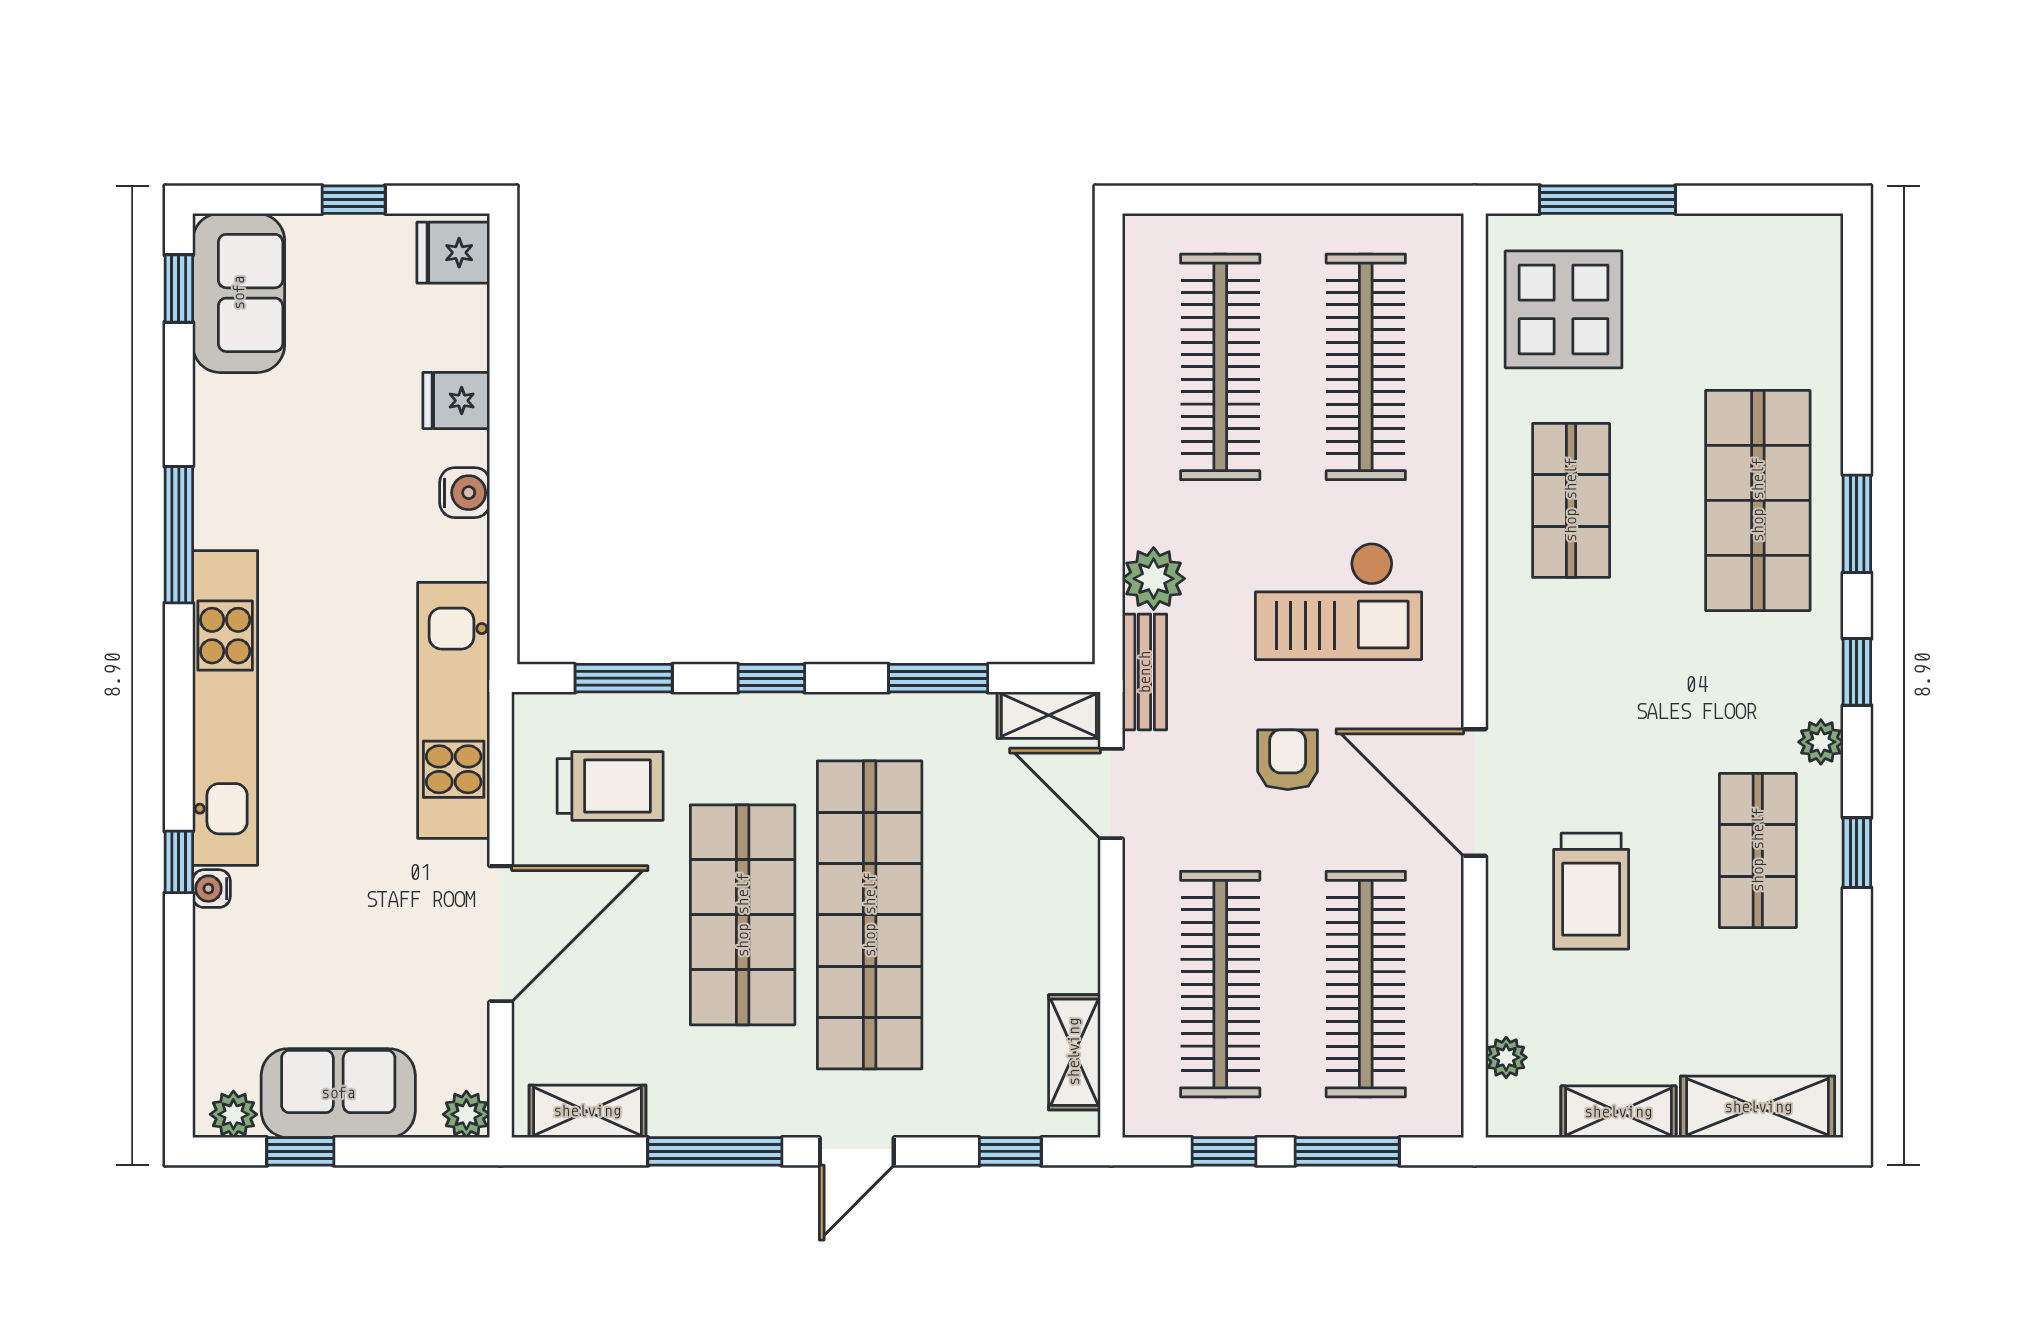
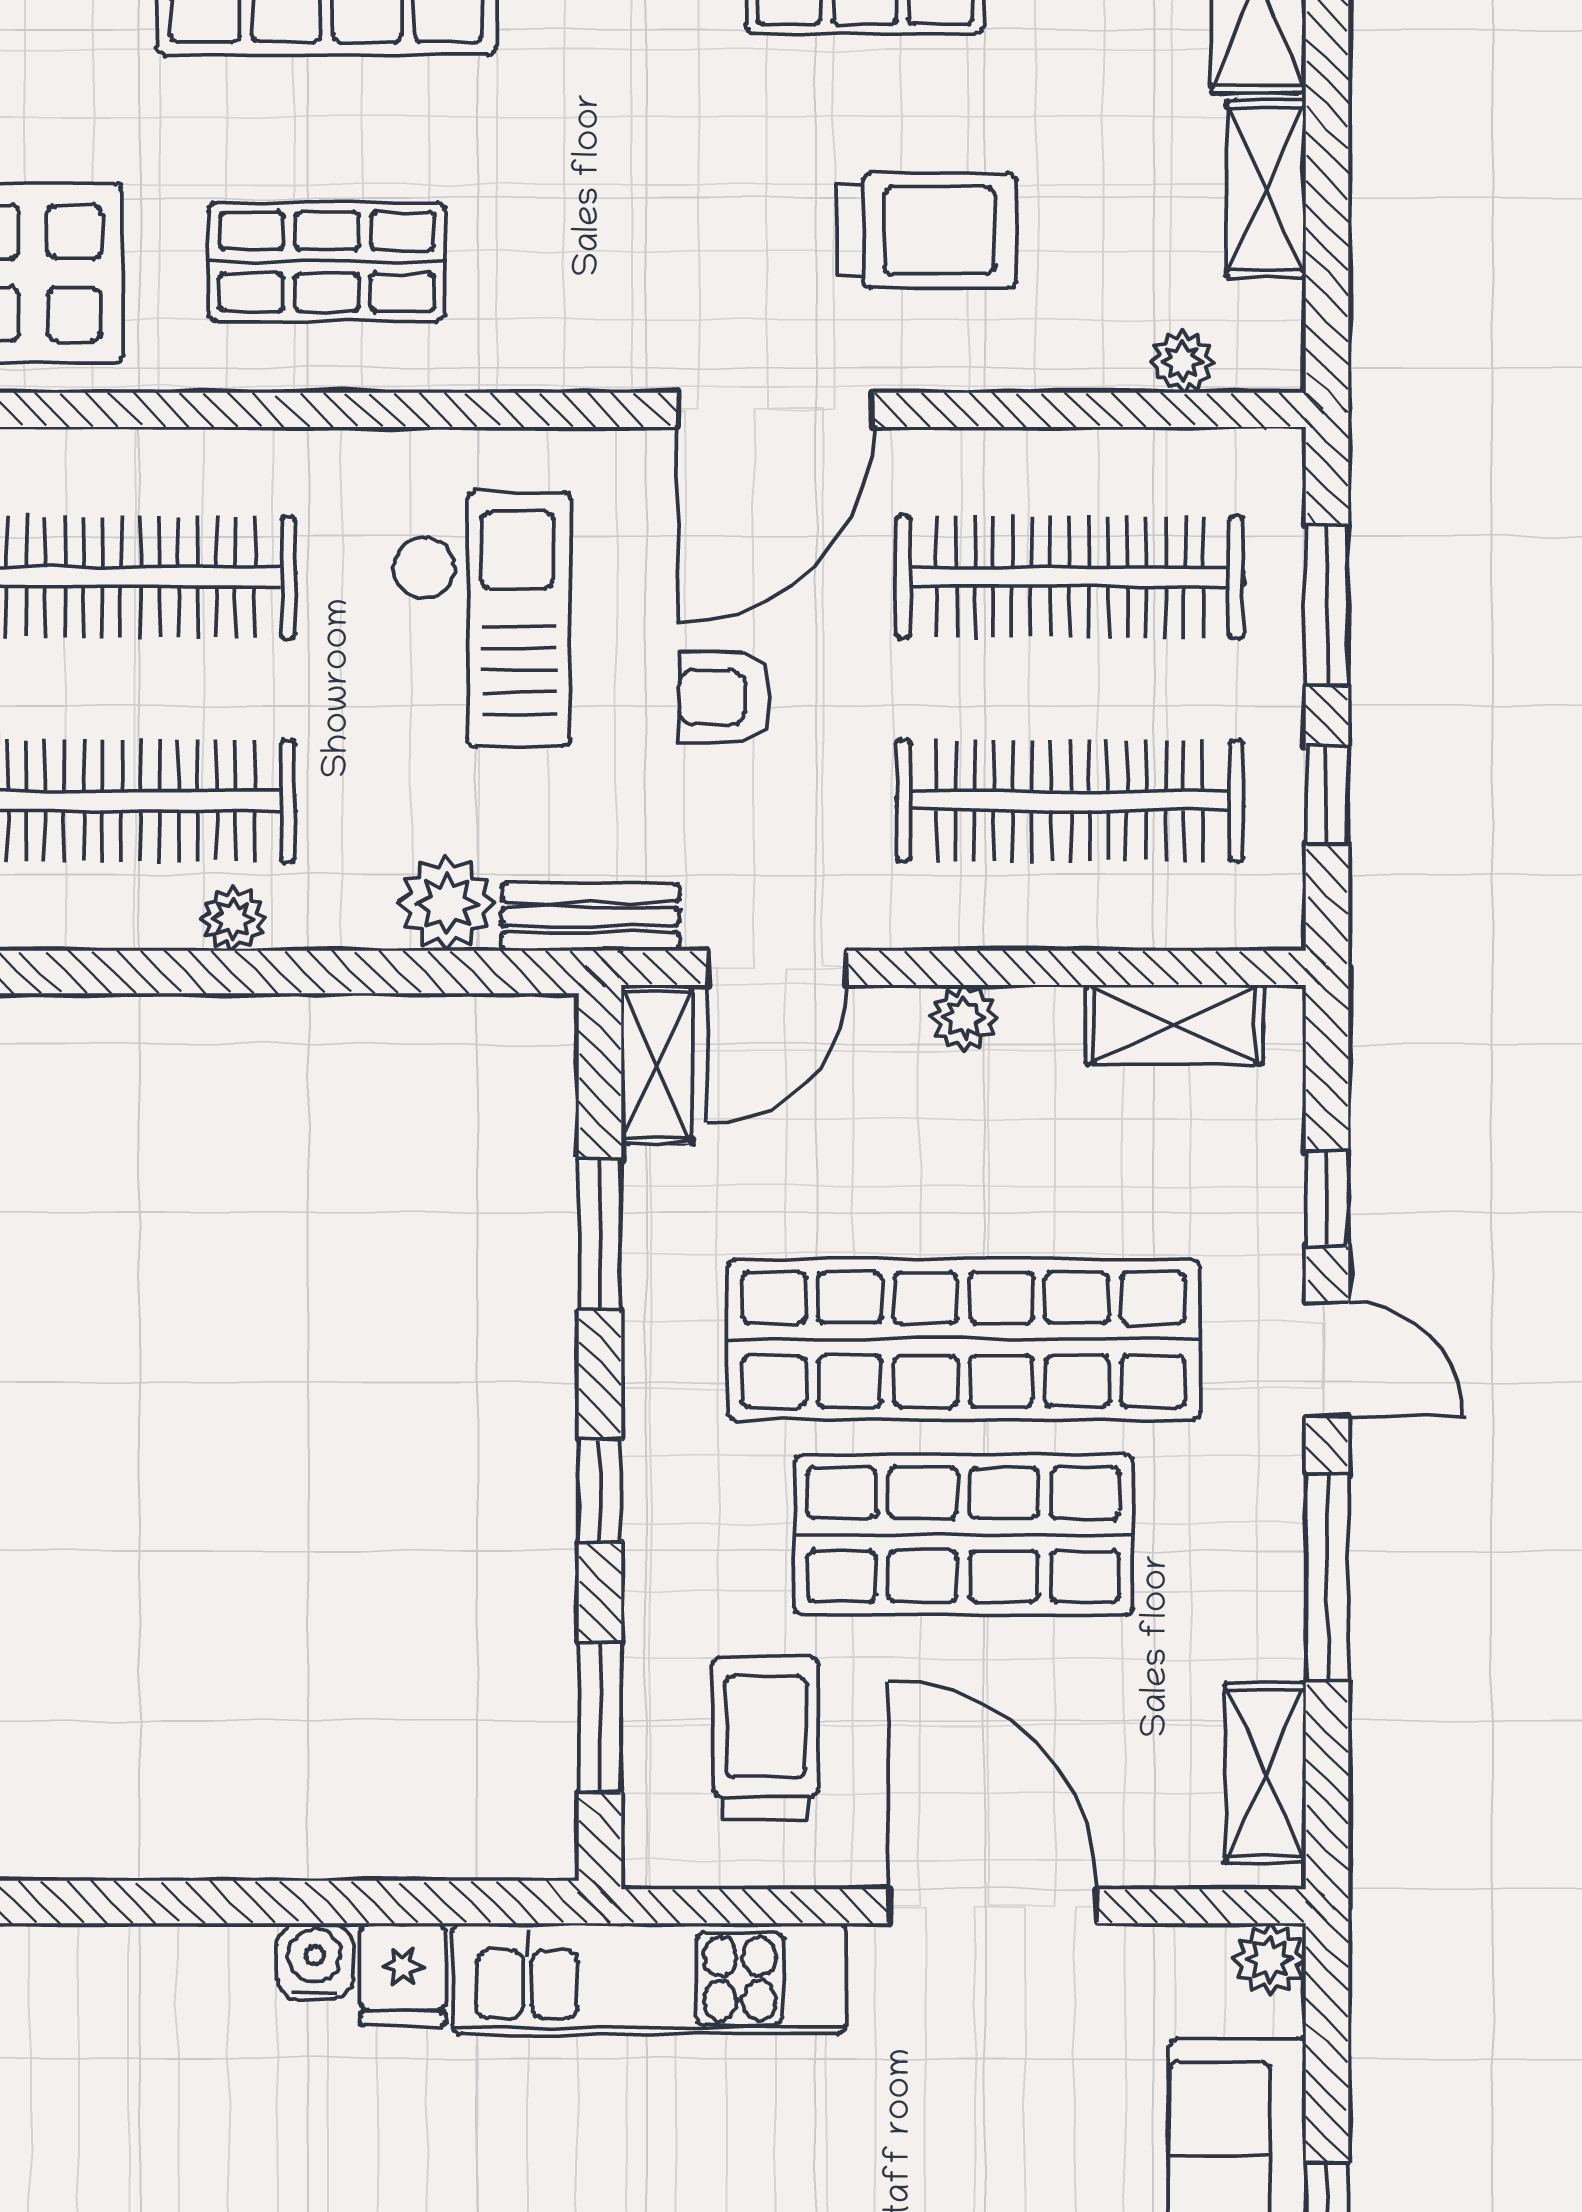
fridge: (456, 401) -> (403, 1975), moved
plant: (1143, 439) -> (233, 919), added
plant: (1079, 915) -> (964, 1018), added
window: (1010, 1151) -> (1327, 1199), moved

